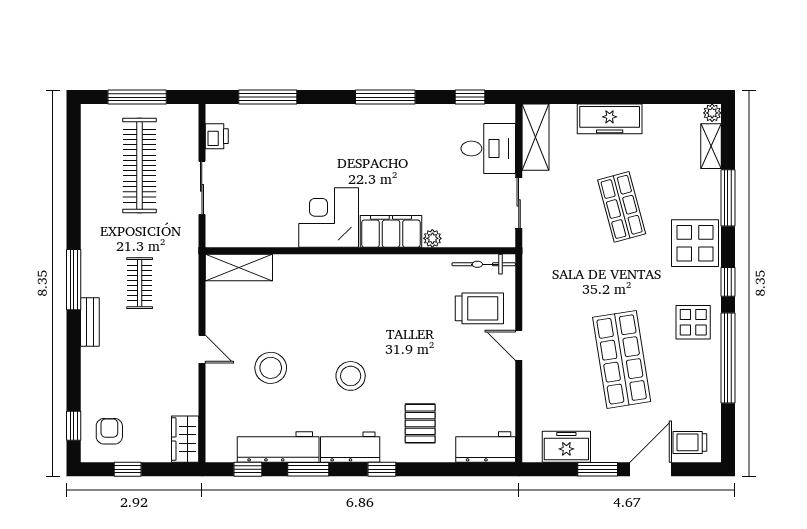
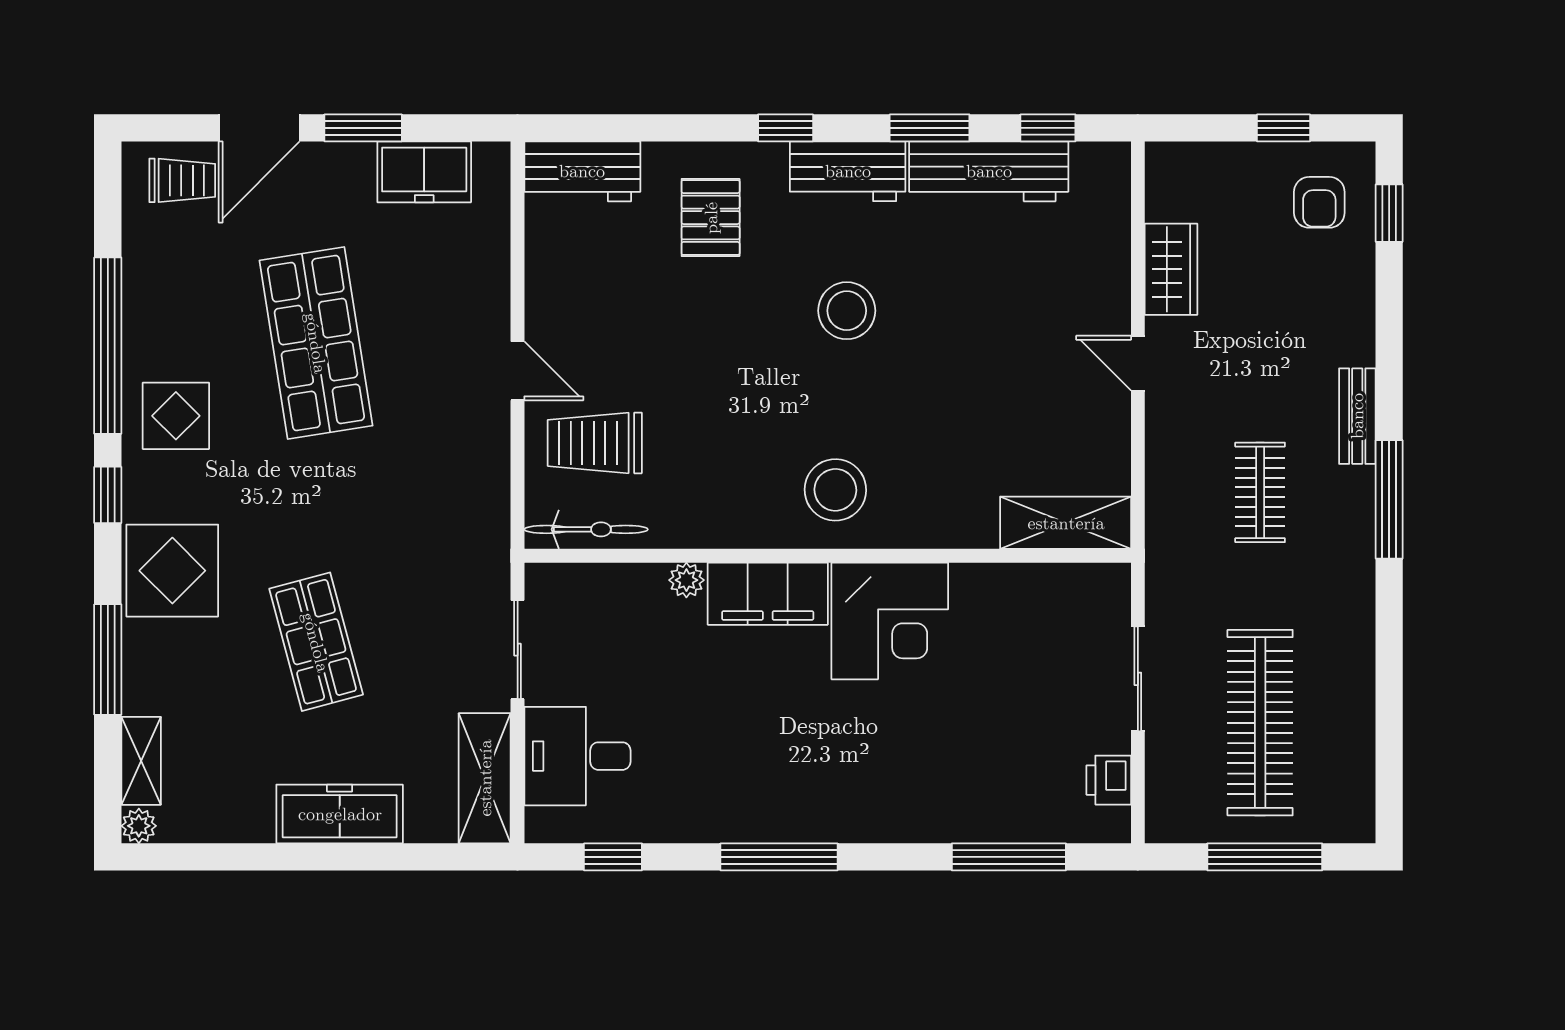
stool: (271, 368) -> (835, 490), moved
wardrobe: (185, 439) -> (1171, 269), moved

